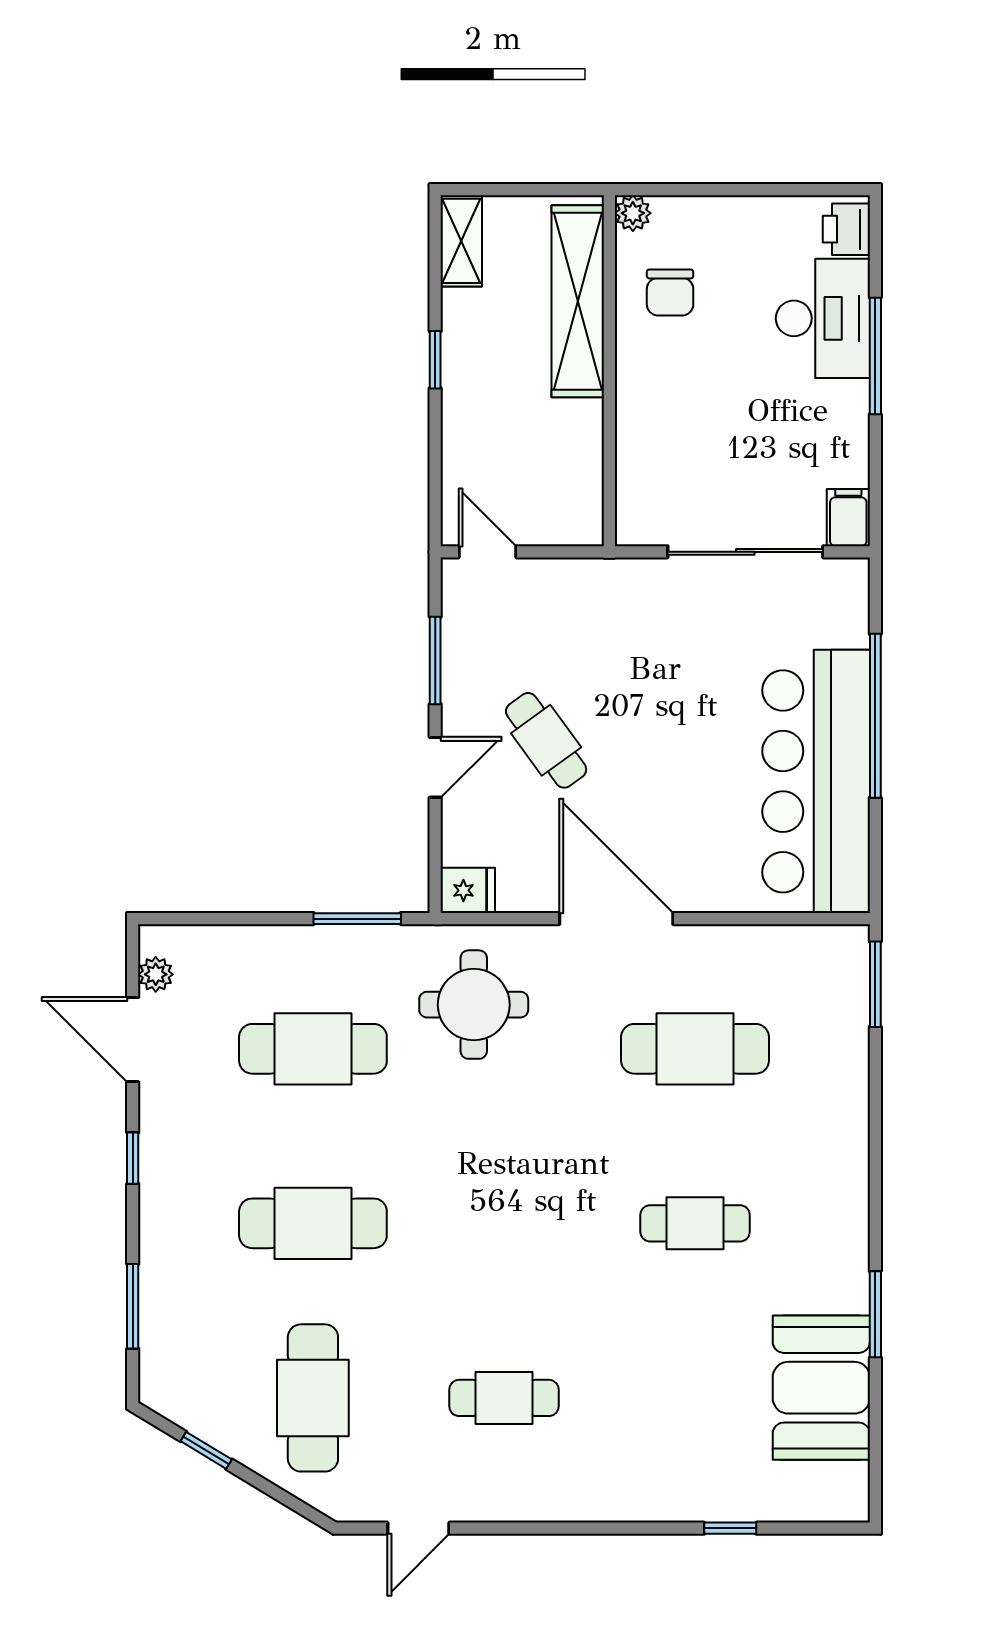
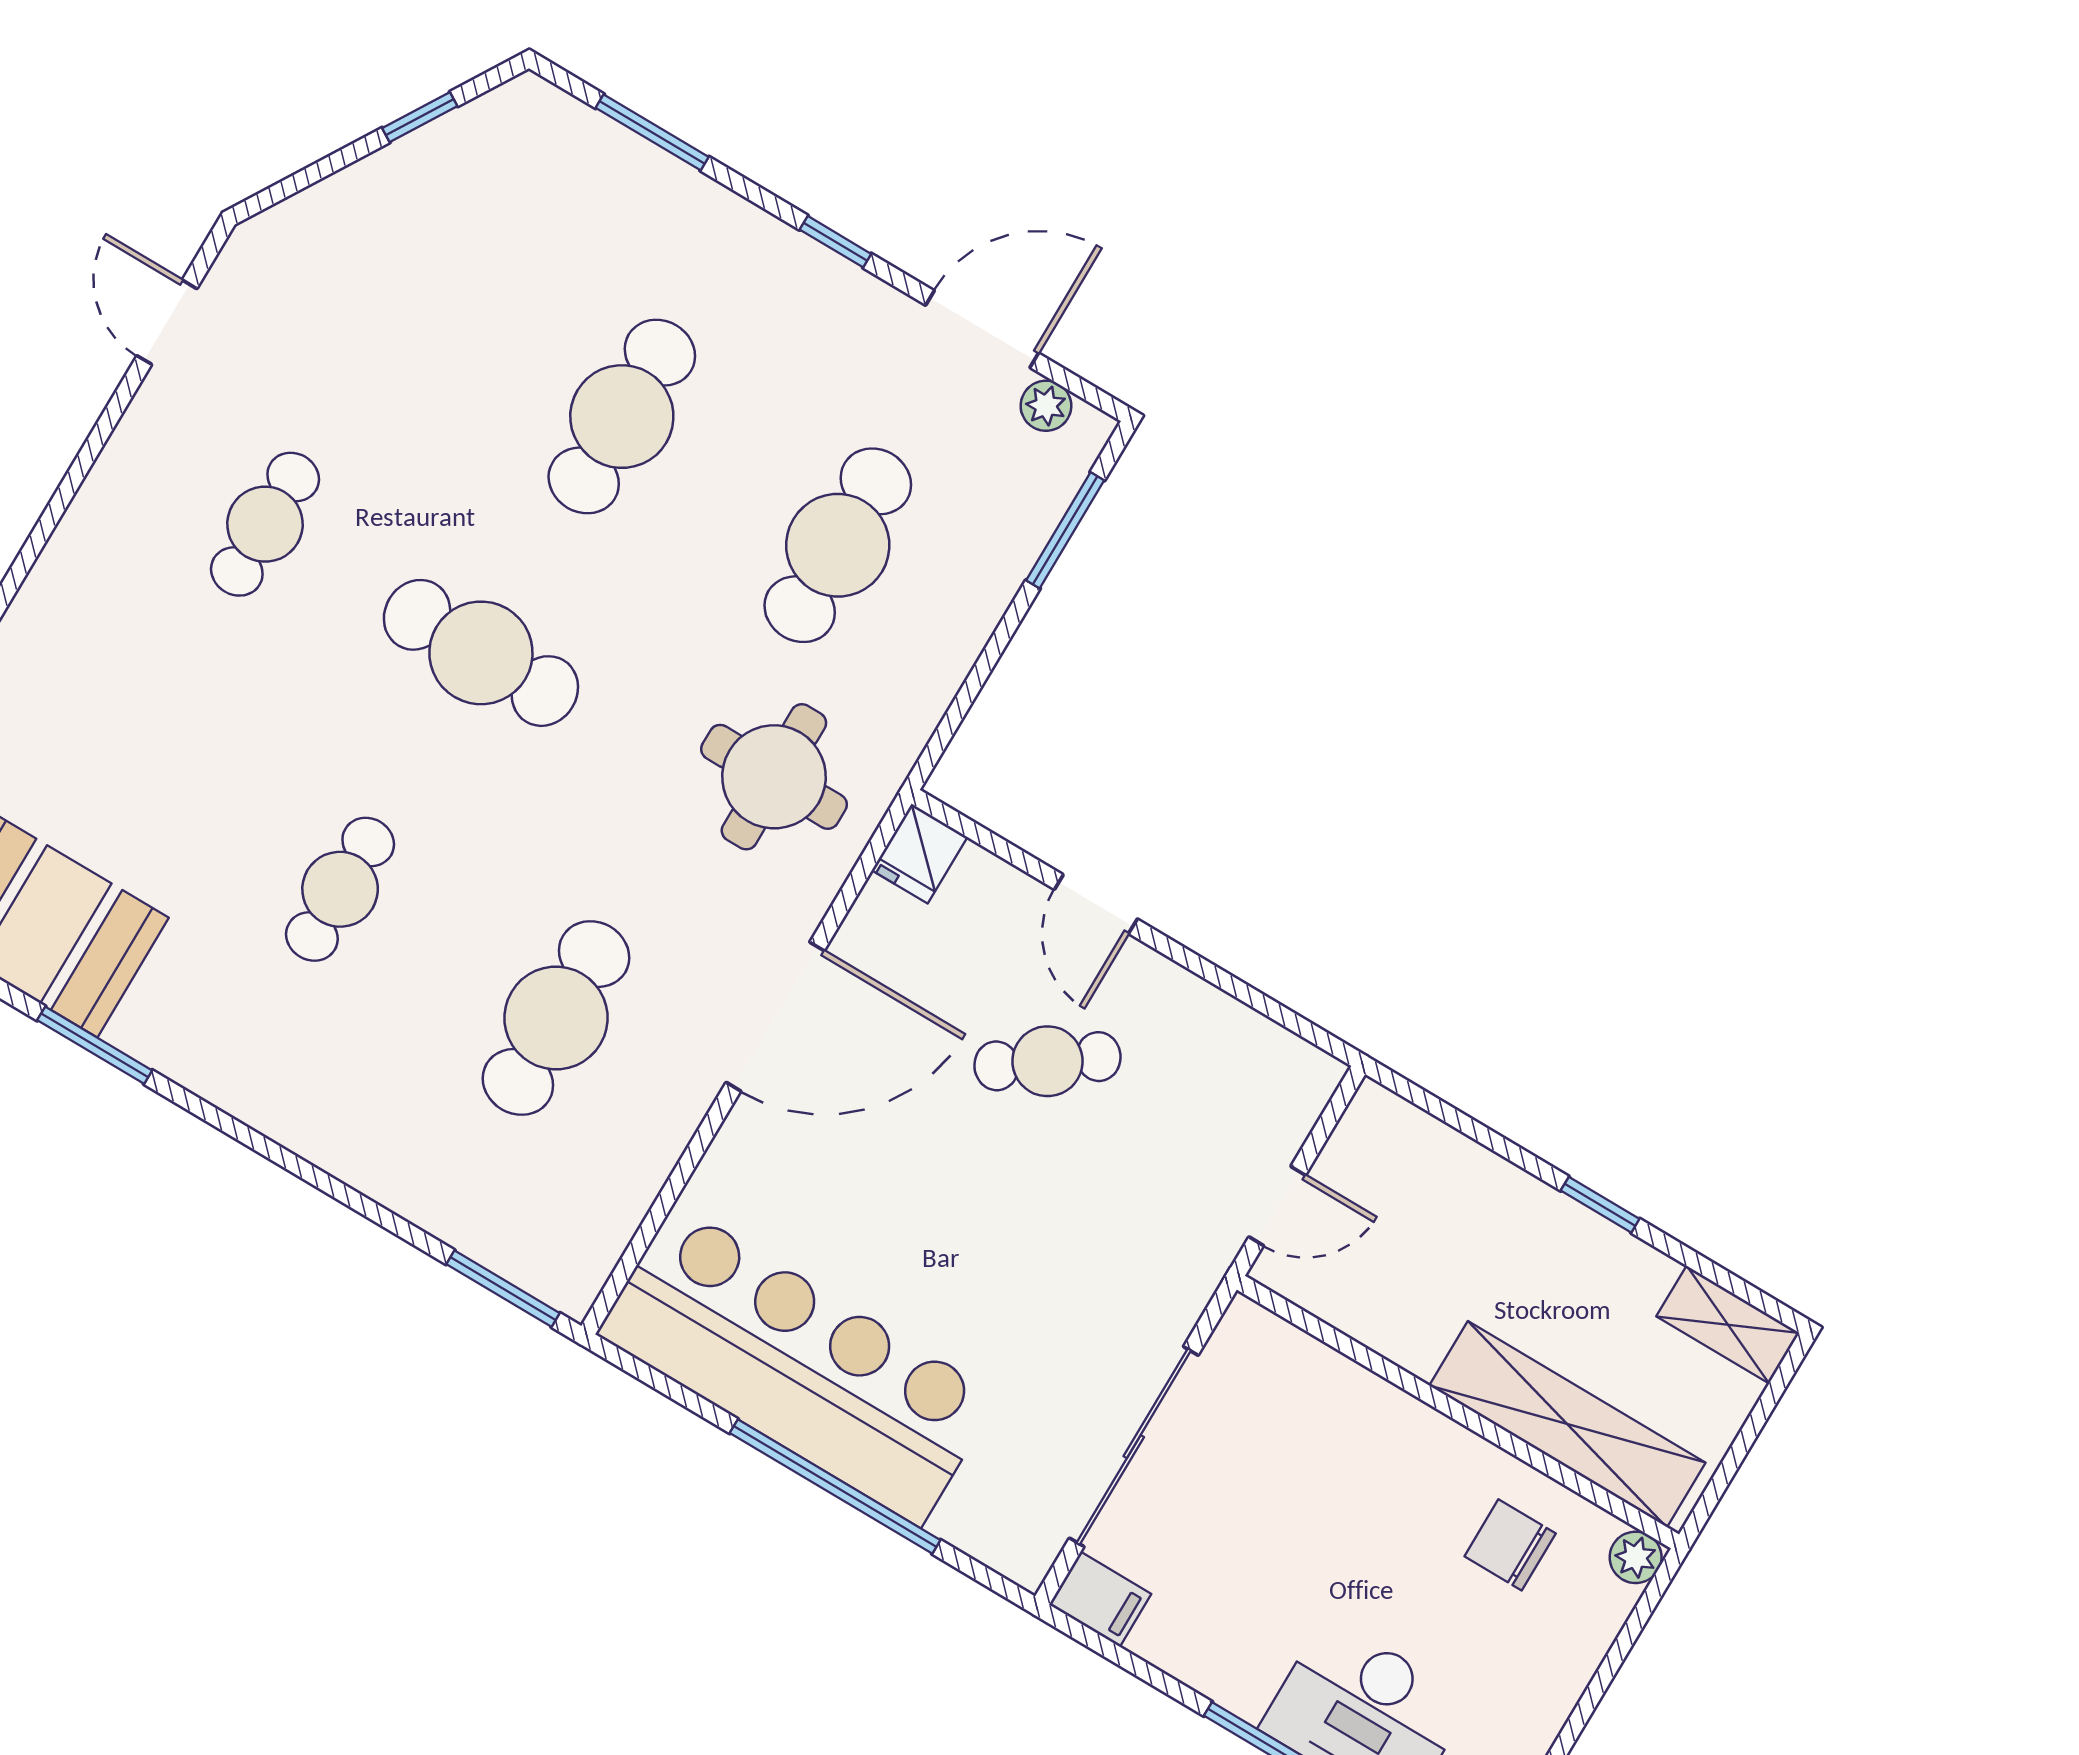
door: (487, 552) -> (1277, 1206), moved
window: (435, 660) -> (1228, 983), removed
window: (357, 919) -> (1065, 530), moved
cafe table: (313, 1398) -> (481, 653), moved

